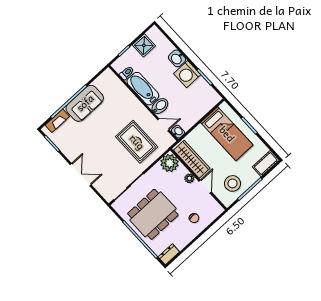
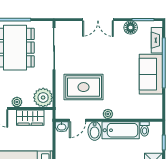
plant: (140, 108) -> (108, 114), added
floor lamp: (65, 147) -> (131, 28), added
wardrobe: (192, 159) -> (30, 118), width x0.67

